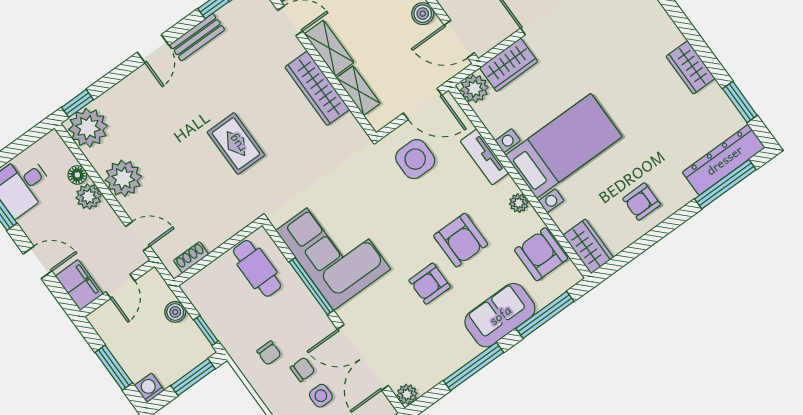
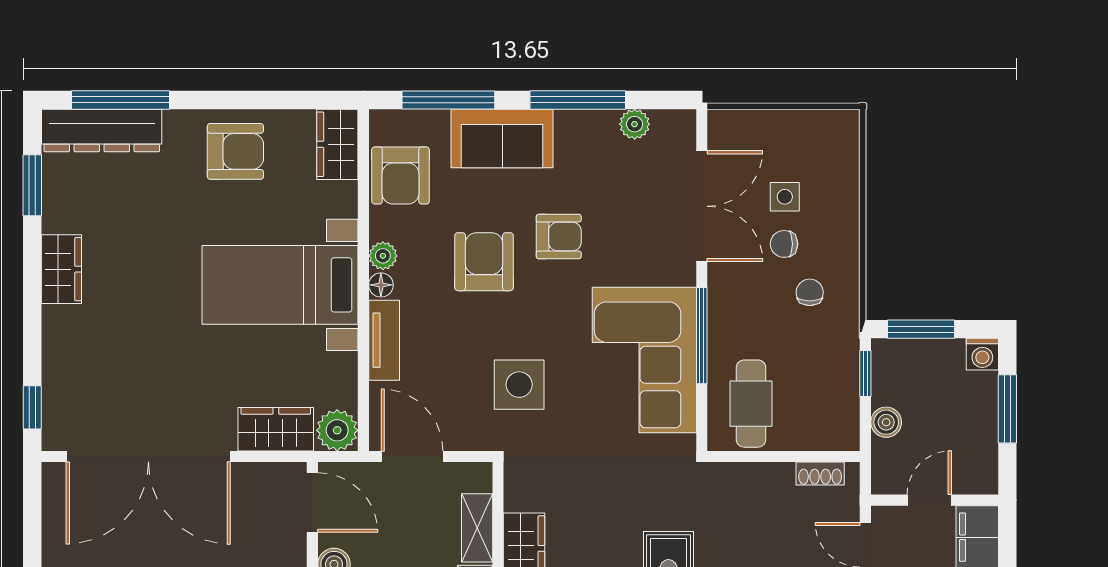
side table: (415, 159) -> (519, 385), moved
floor lamp: (508, 186) -> (381, 285), added
armchair: (642, 202) -> (235, 151), width x1.38, depth x1.38
plant: (407, 394) -> (635, 124), moved

